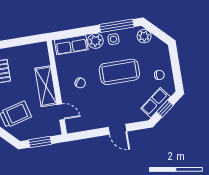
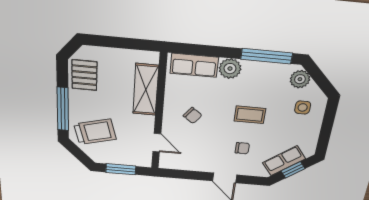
side table: (113, 39) -> (303, 107), moved
coffee table: (119, 72) -> (250, 115), width x0.54, depth x0.58
chair: (159, 75) -> (242, 148), moved
shelving: (46, 86) -> (146, 90), moved

